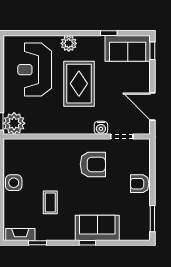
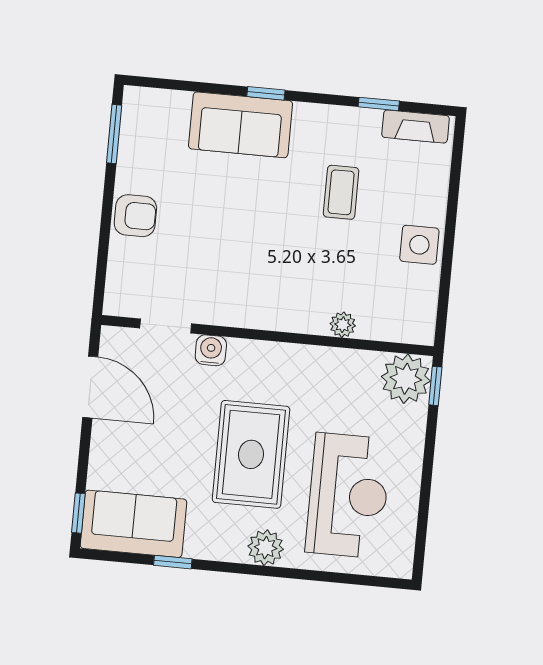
plant: (44, 144) -> (343, 325), added
armchair: (93, 164) -> (237, 269), removed

